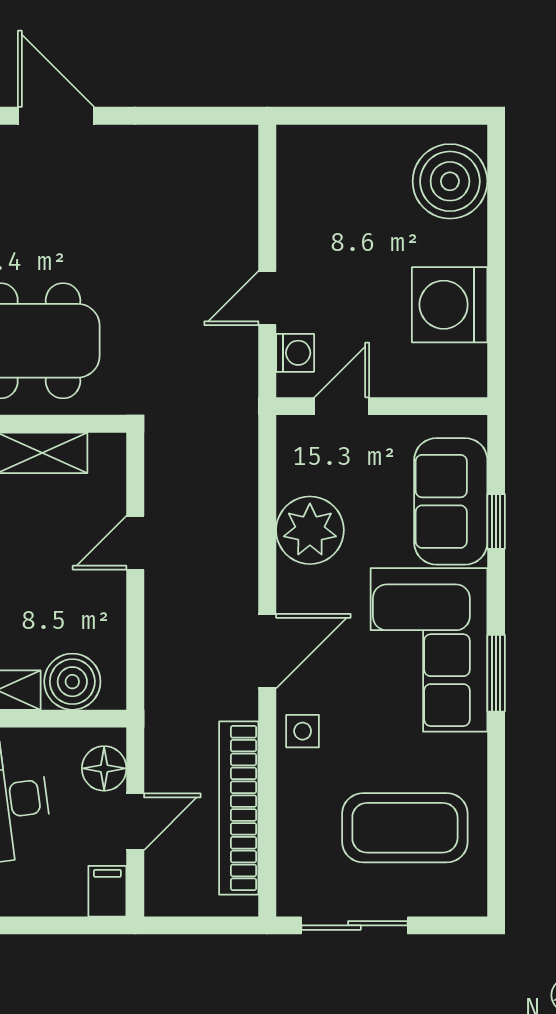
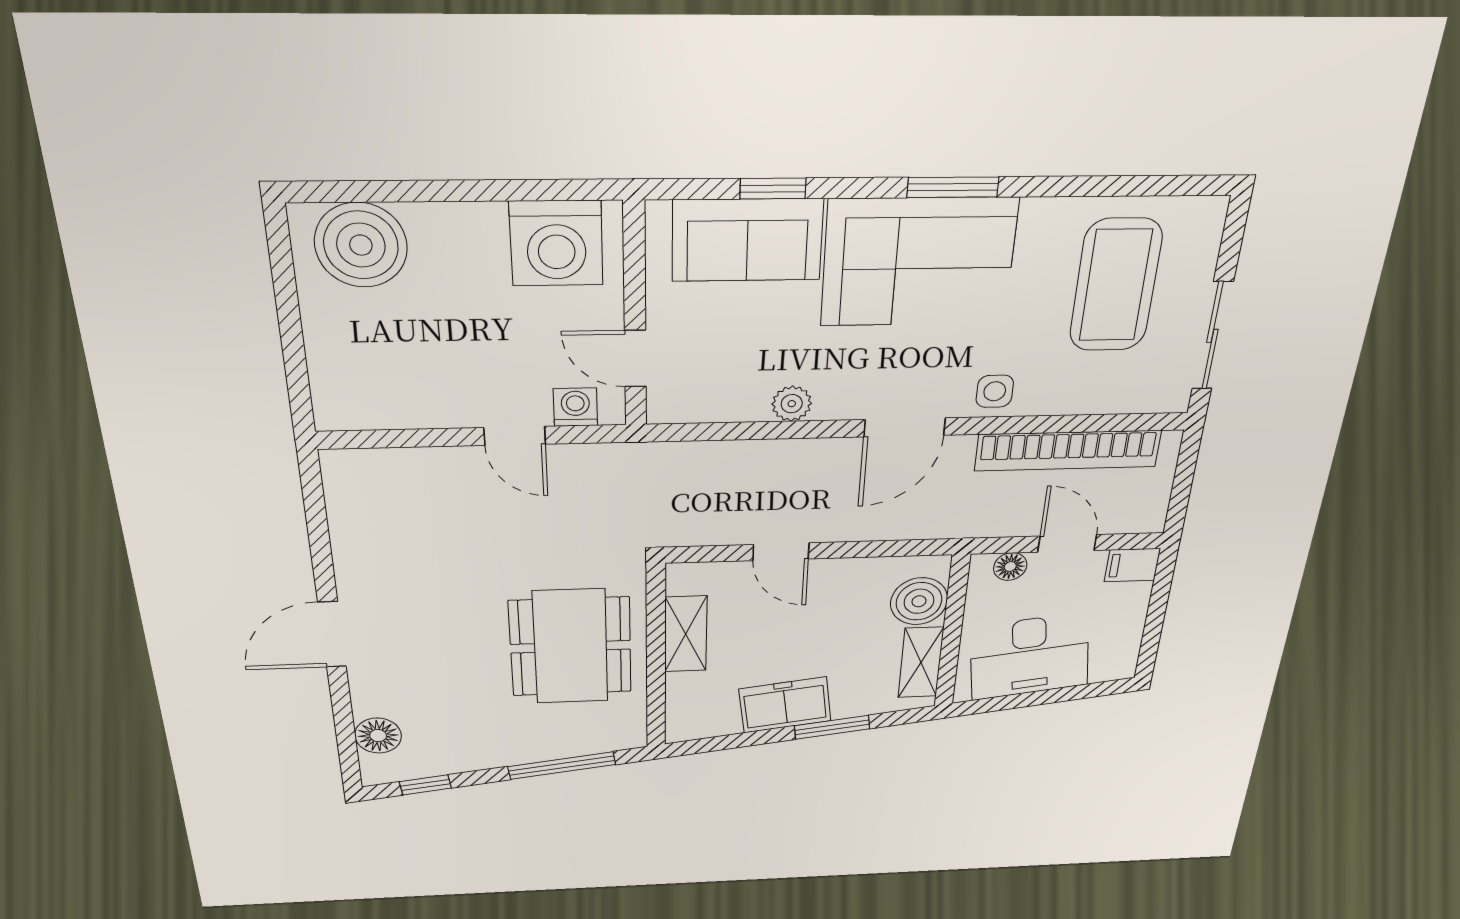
washing machine: (450, 305) -> (556, 243), moved
plant: (310, 530) -> (792, 404), width x0.53, depth x0.53
door: (267, 651) -> (905, 427), swing flipped
floor lamp: (104, 768) -> (1010, 567), width x0.73, depth x0.73

